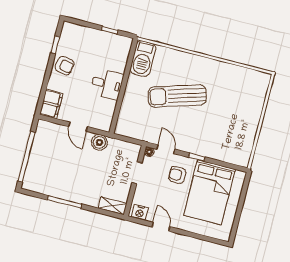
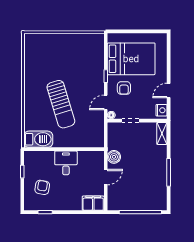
armchair: (65, 66) -> (42, 187), moved

